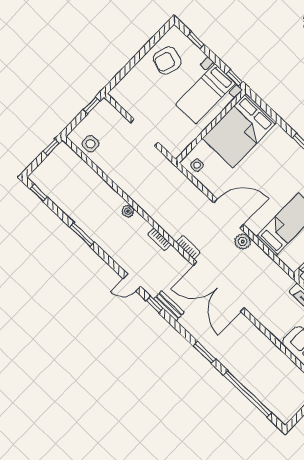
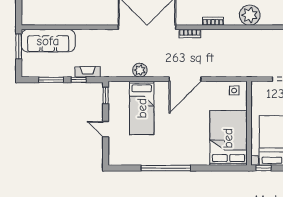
plant: (128, 211) -> (250, 15), width x1.87, depth x1.87
plant: (243, 242) -> (140, 70), moved

